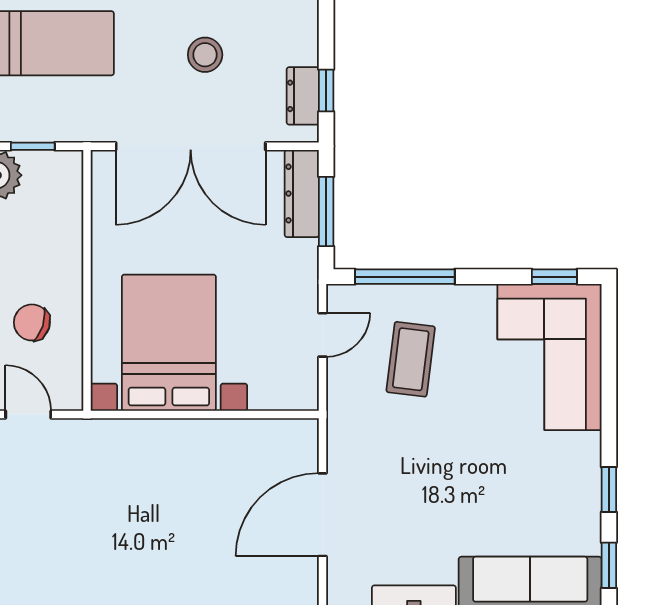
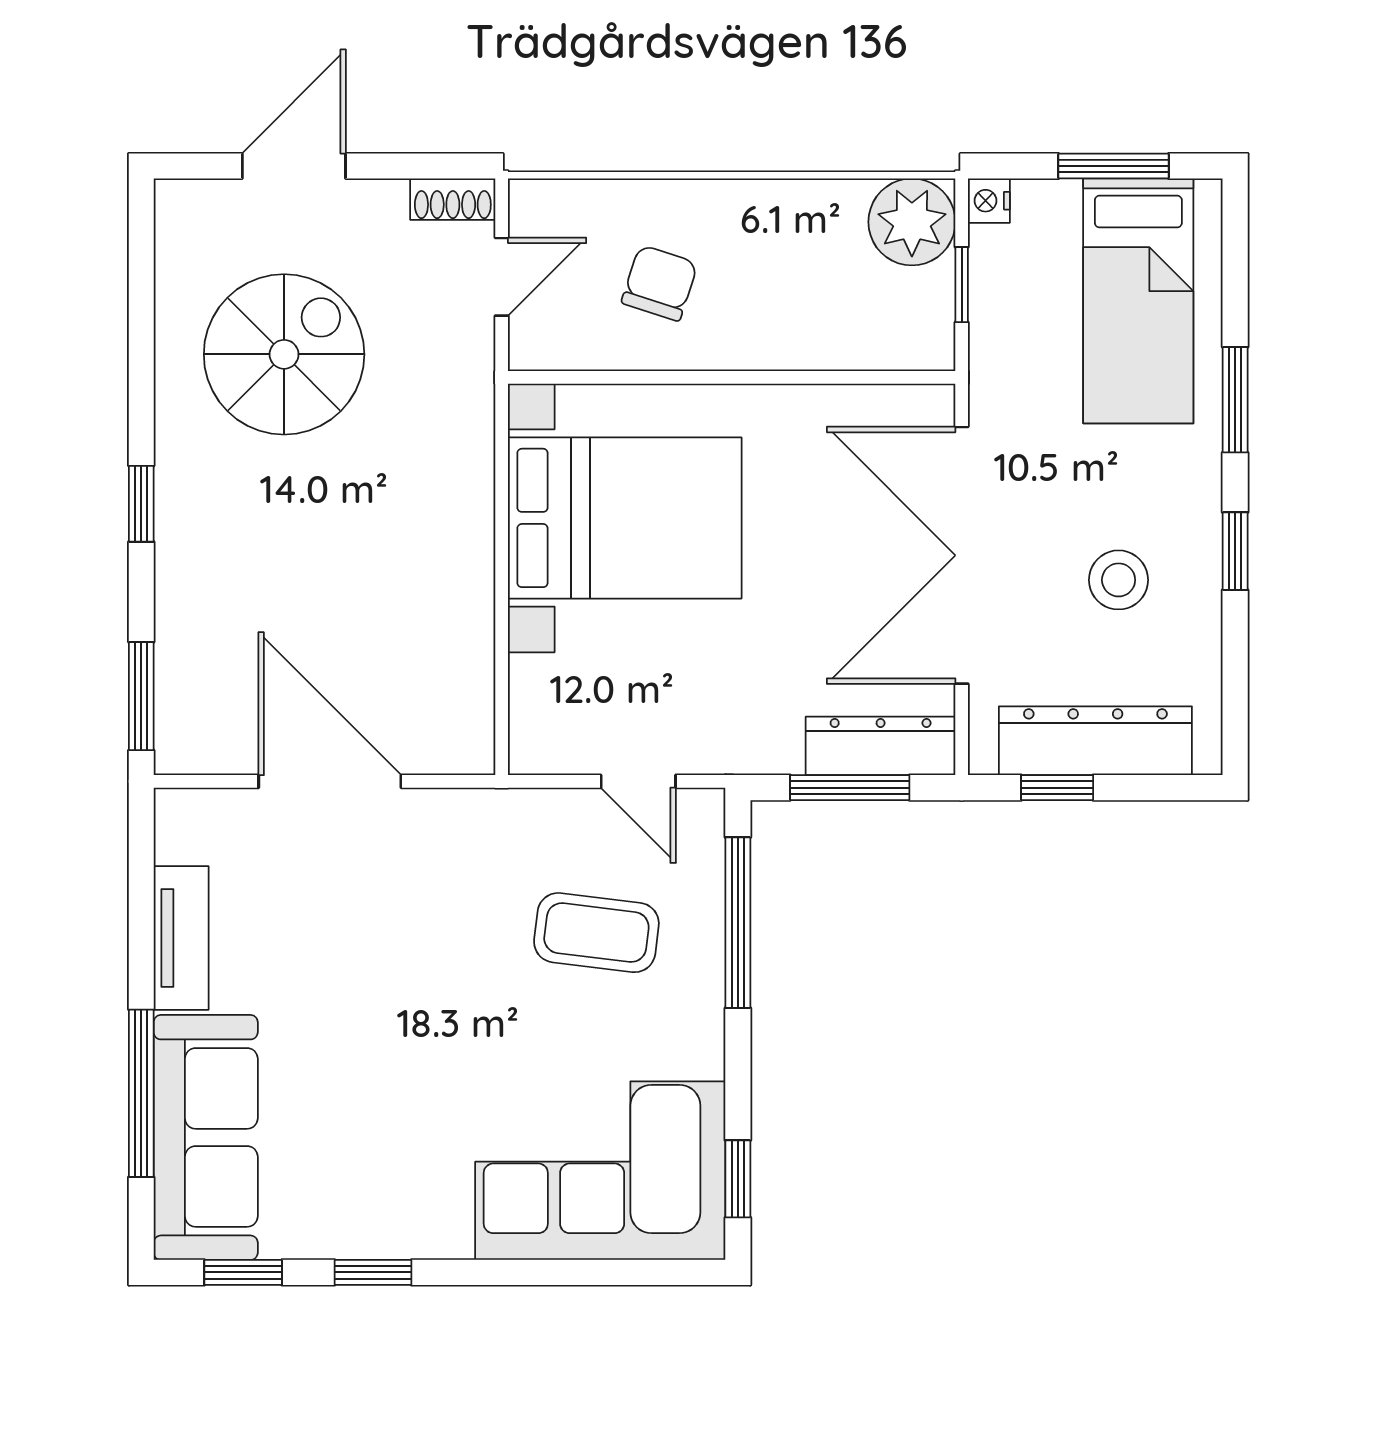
dresser: (303, 96) -> (1095, 741), width x1.96, depth x1.24
spiral stairs: (73, 541) -> (284, 354), added

